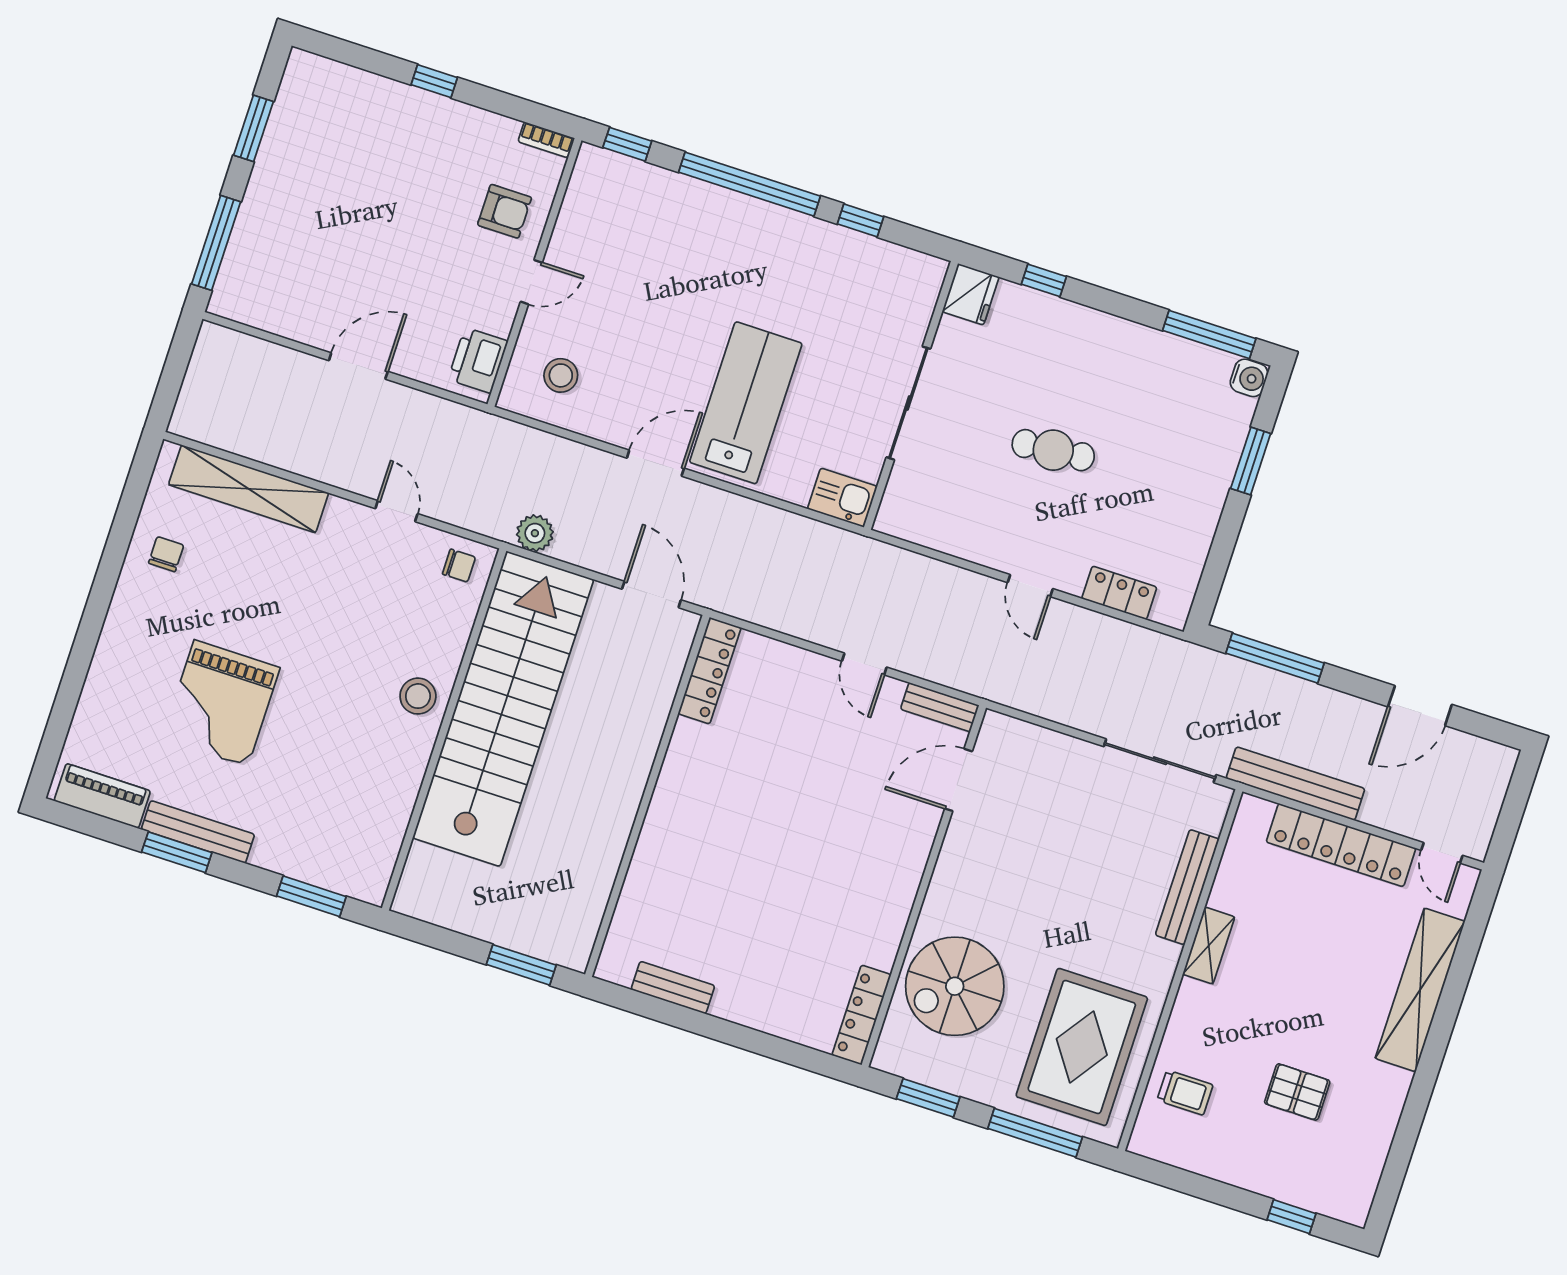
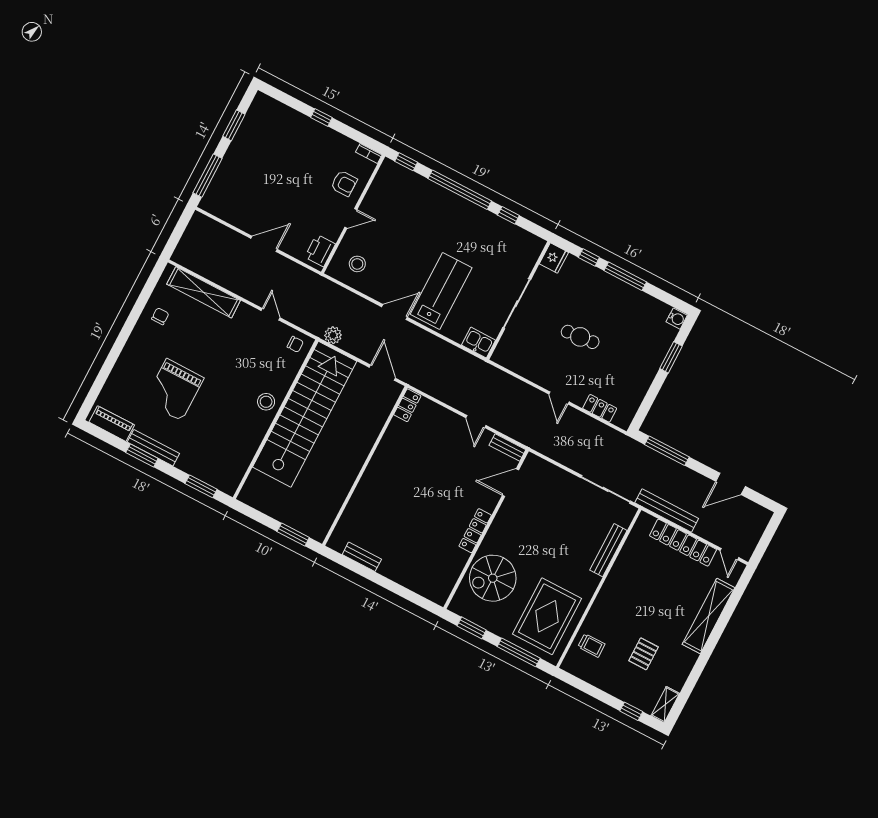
window: (1209, 334) -> (625, 276), moved
locker: (710, 671) -> (407, 405), width x0.66
shelving: (1209, 946) -> (665, 705), moved
locker: (861, 1015) -> (475, 531), moved
pallet: (1297, 1092) -> (644, 654), turned 90

